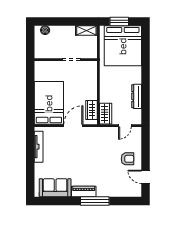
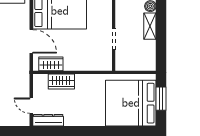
shelving: (86, 30) -> (150, 26), moved
dresser: (137, 96) -> (48, 120), moved
wardrobe: (106, 114) -> (61, 82), moved

